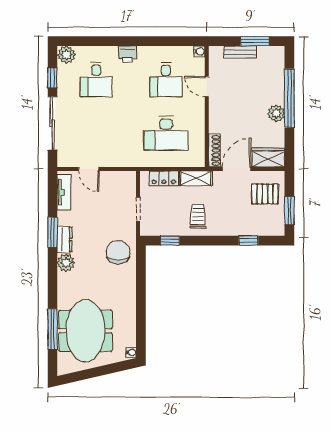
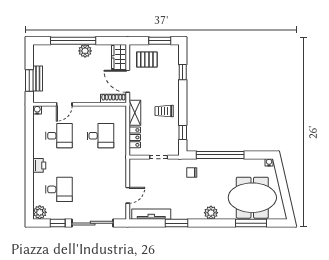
window: (255, 41) -> (29, 80), moved
desk: (166, 133) -> (100, 136), width x0.73
tv unit: (64, 192) -> (151, 214), width x1.41
pallet: (265, 194) -> (147, 60), turned 90
dresser: (65, 239) -> (182, 214), removed
chair: (118, 252) -> (192, 172), width x0.54, depth x0.54
plant: (66, 263) -> (211, 213), moved
window: (141, 289) -> (220, 155), added

